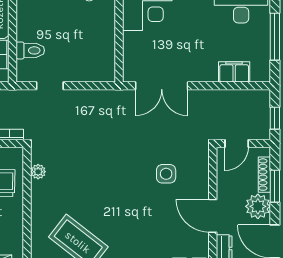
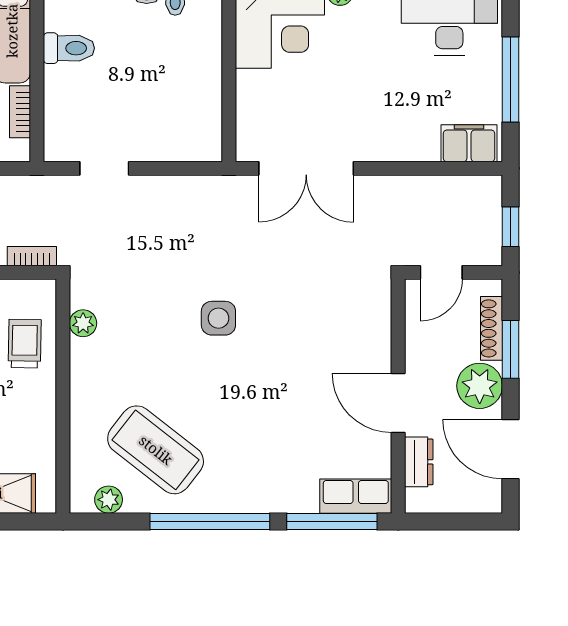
toilet: (30, 50) -> (69, 48), moved
filing cabinet: (234, 72) -> (469, 143), moved
side table: (166, 174) -> (218, 318), moved

